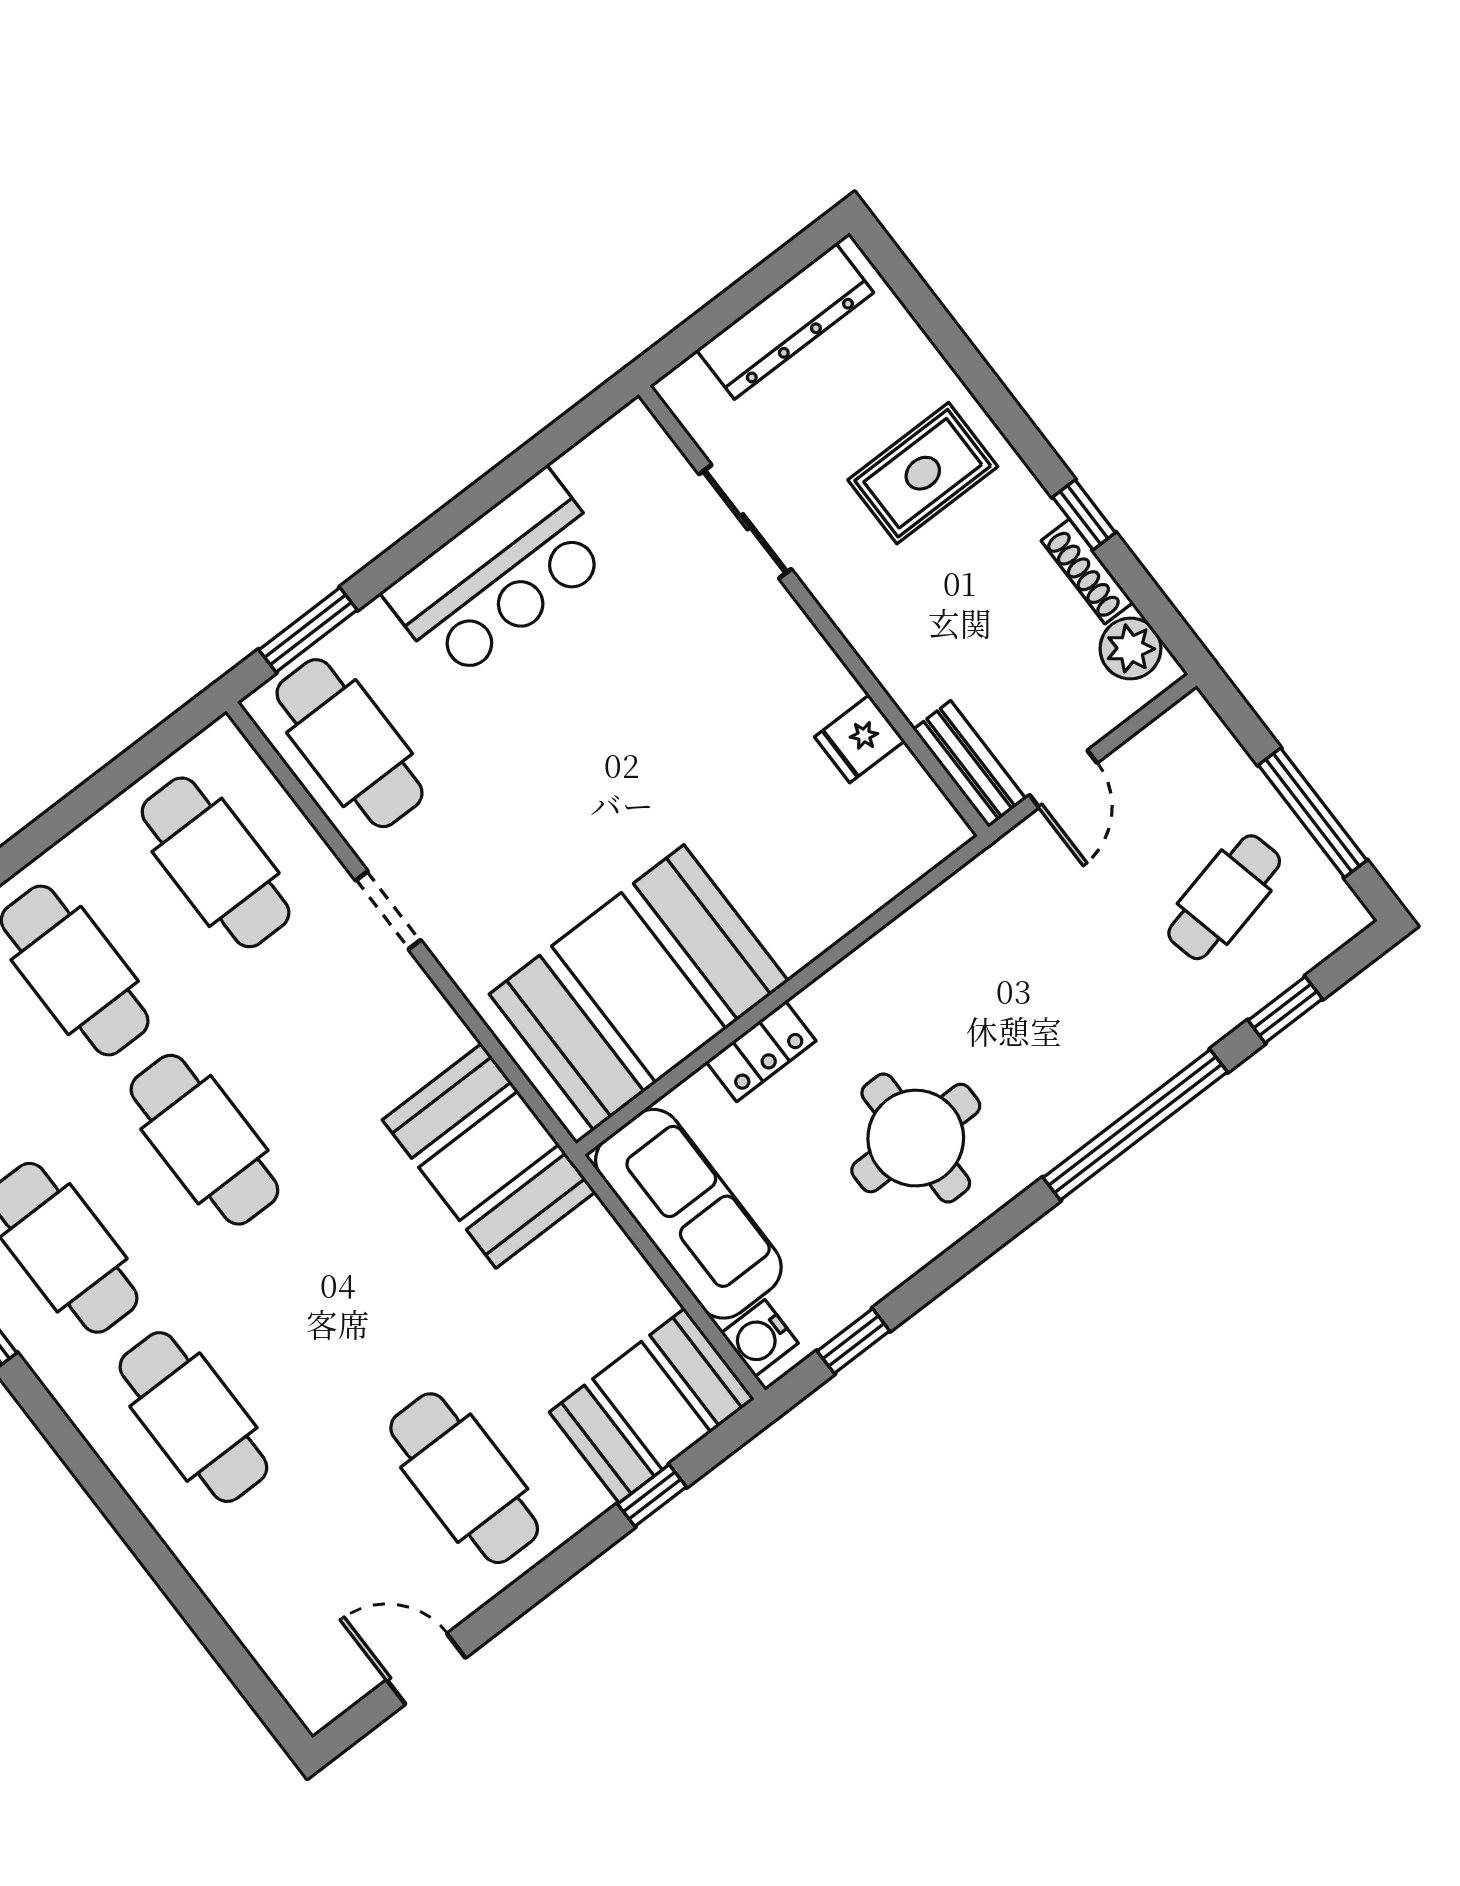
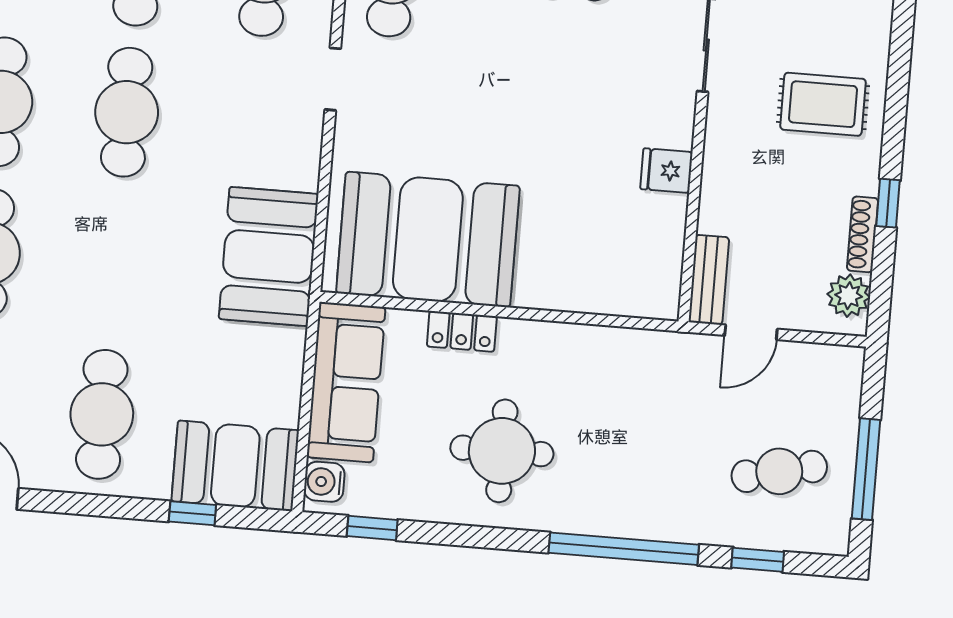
fridge: (860, 739) -> (666, 171), moved

